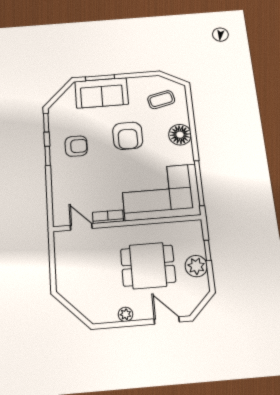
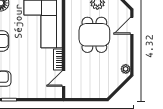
plant: (126, 314) -> (126, 69), moved

